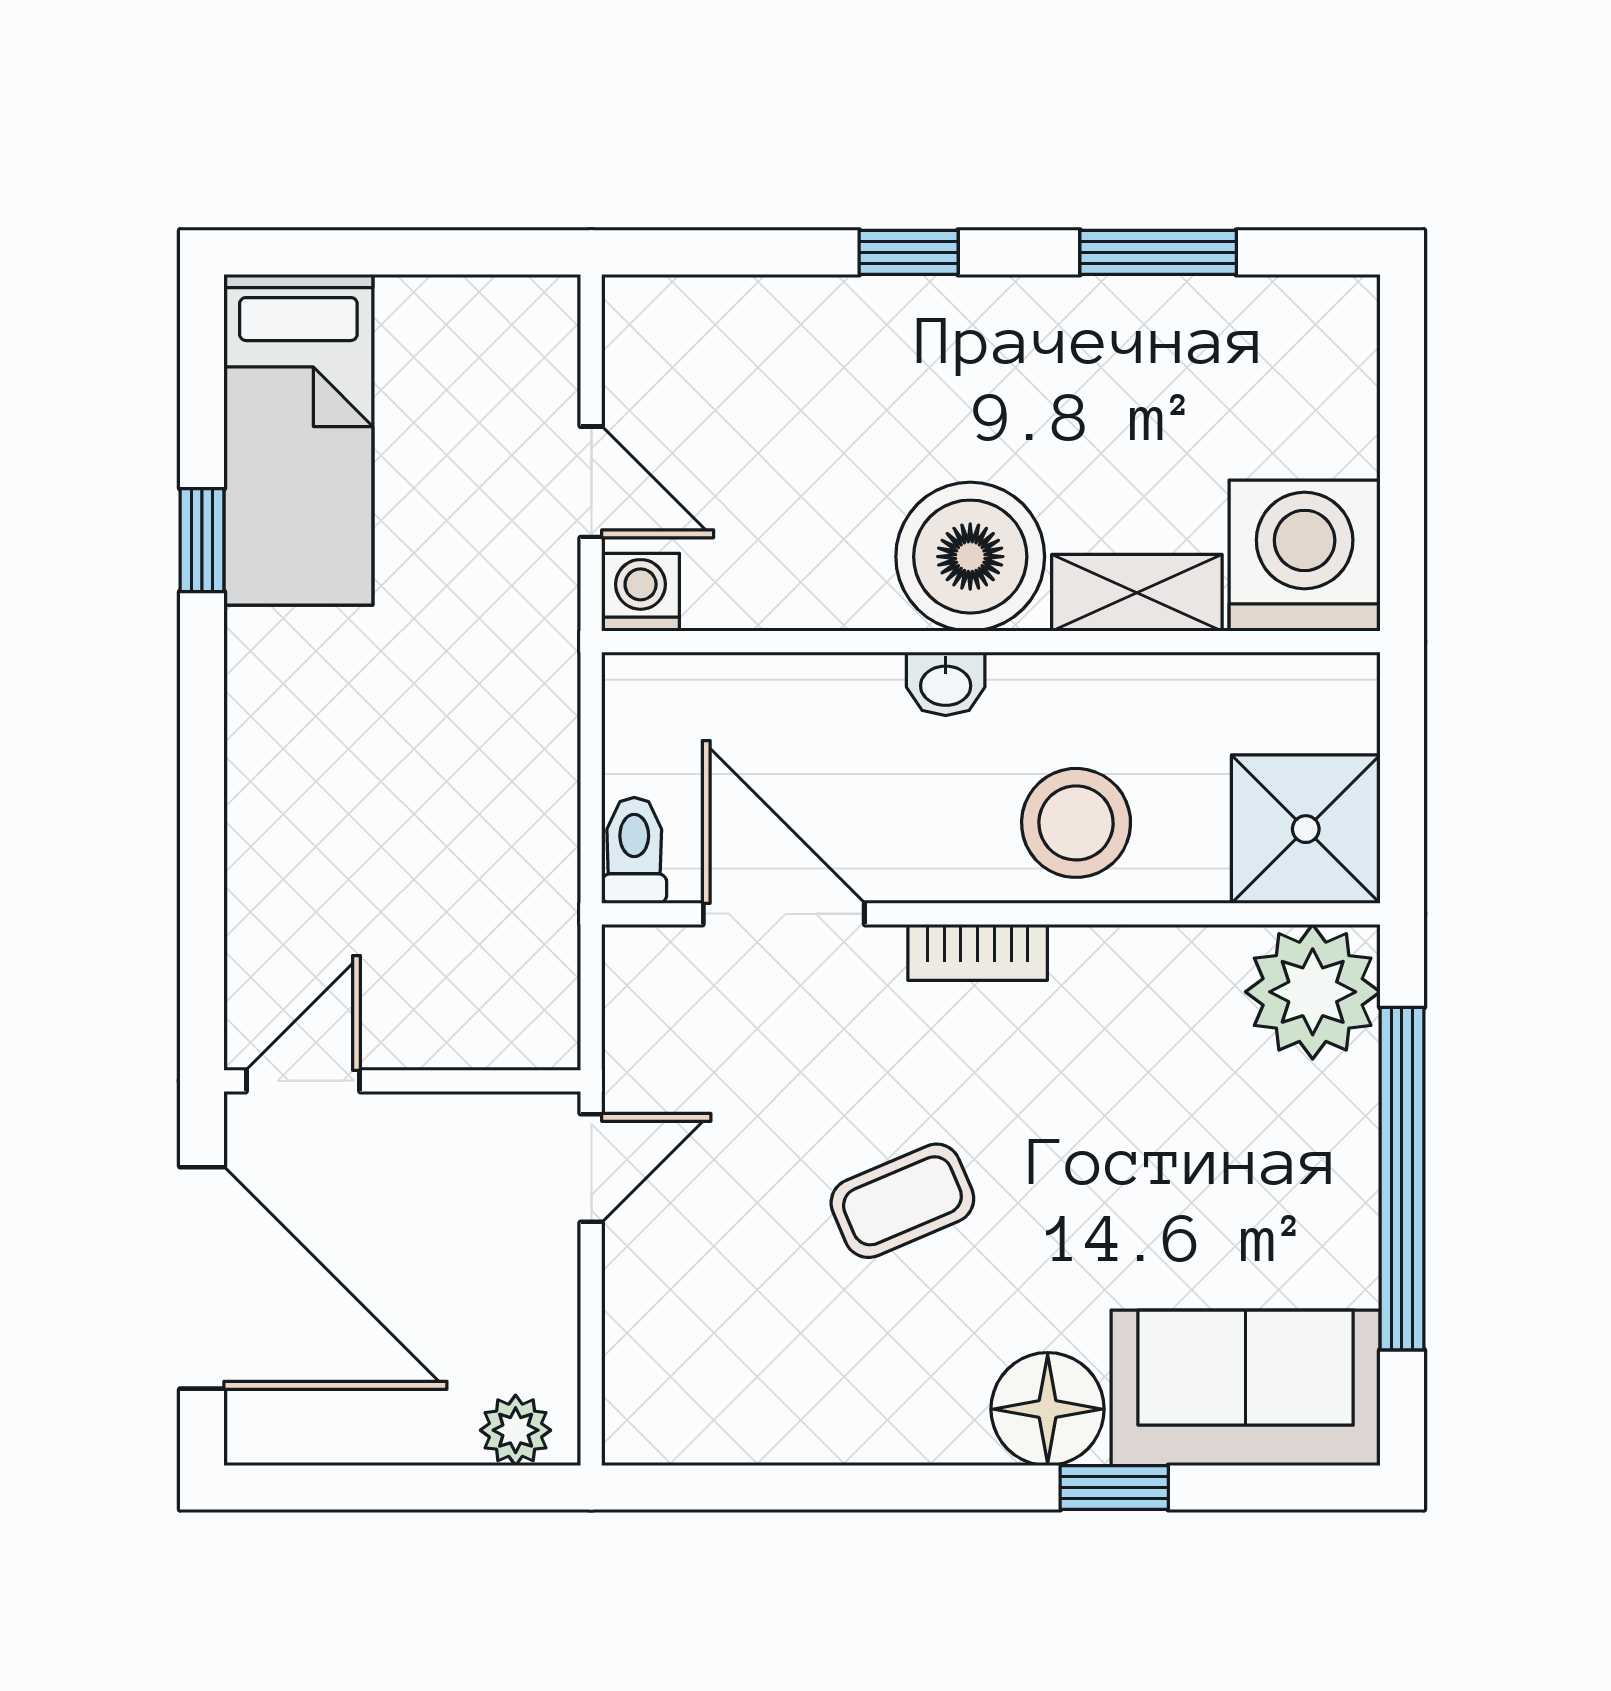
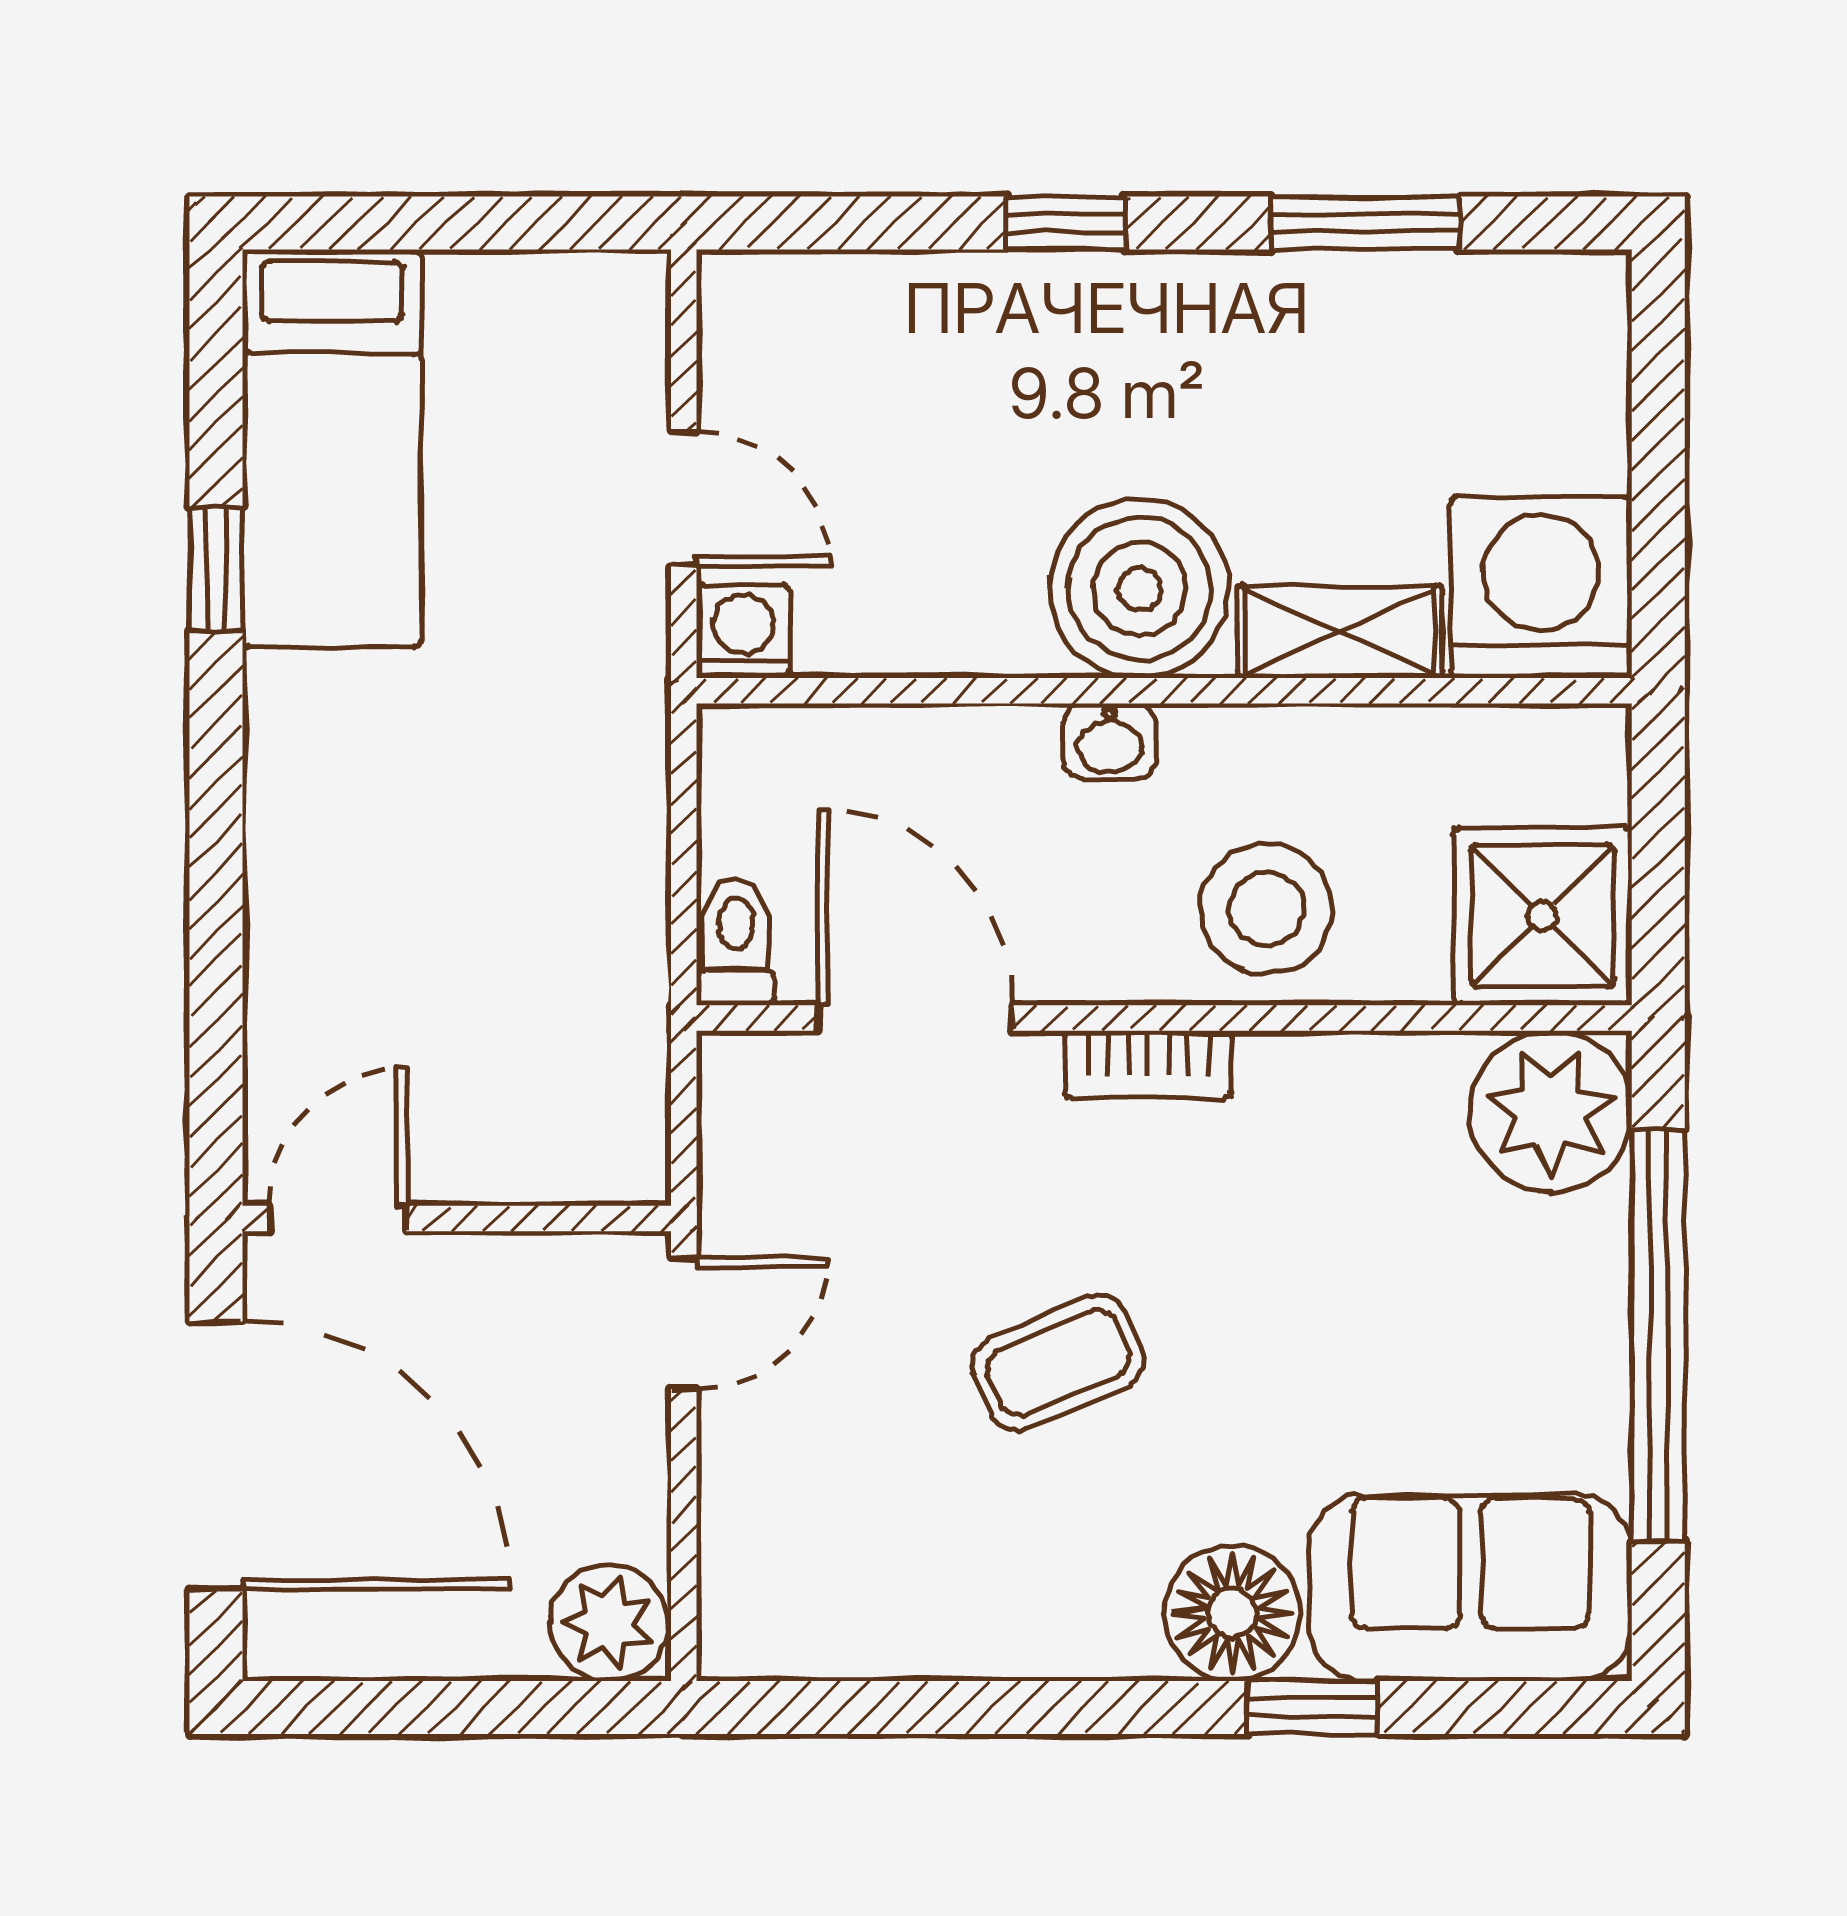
plant: (516, 1430) -> (609, 1623), width x1.38, depth x1.38

